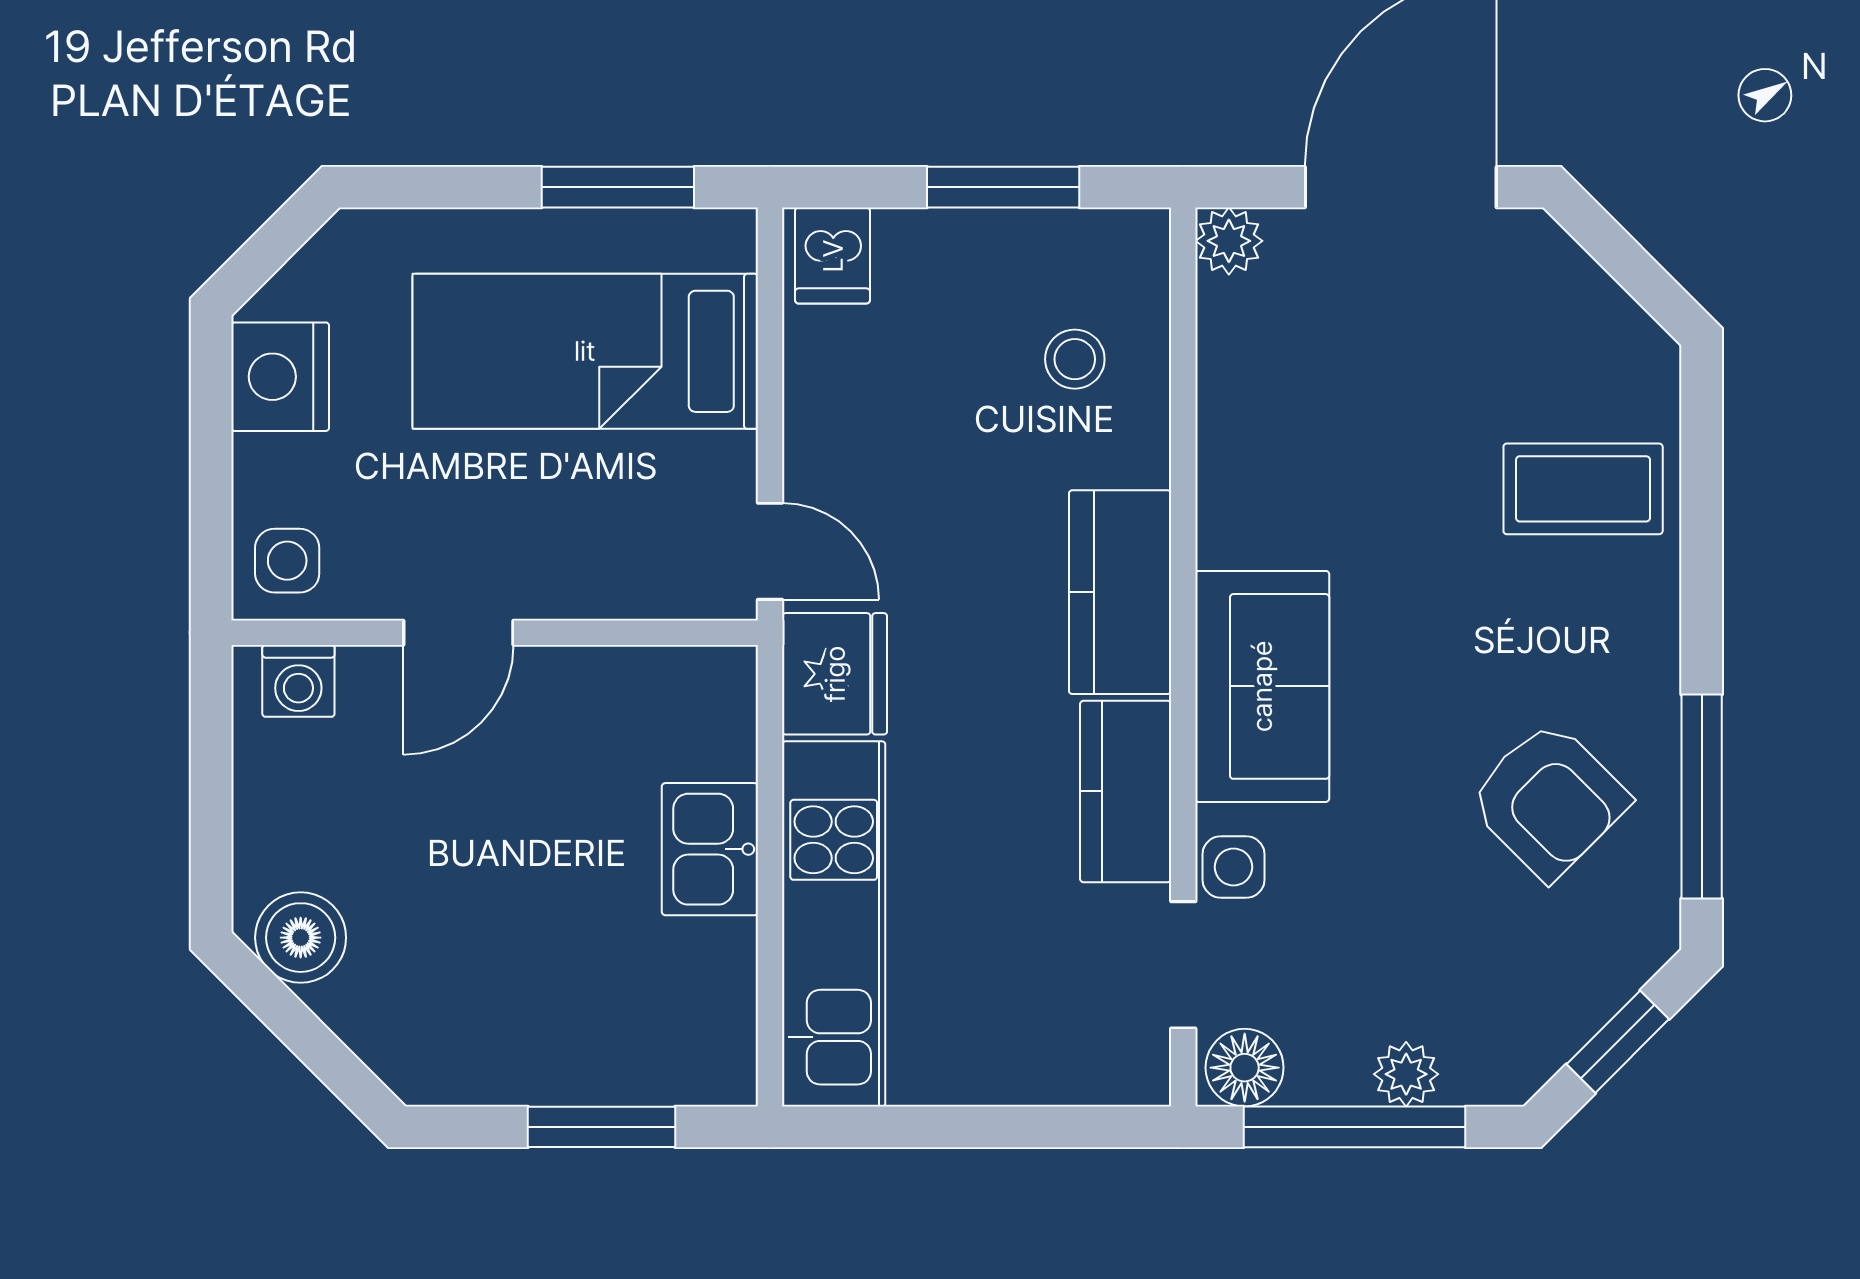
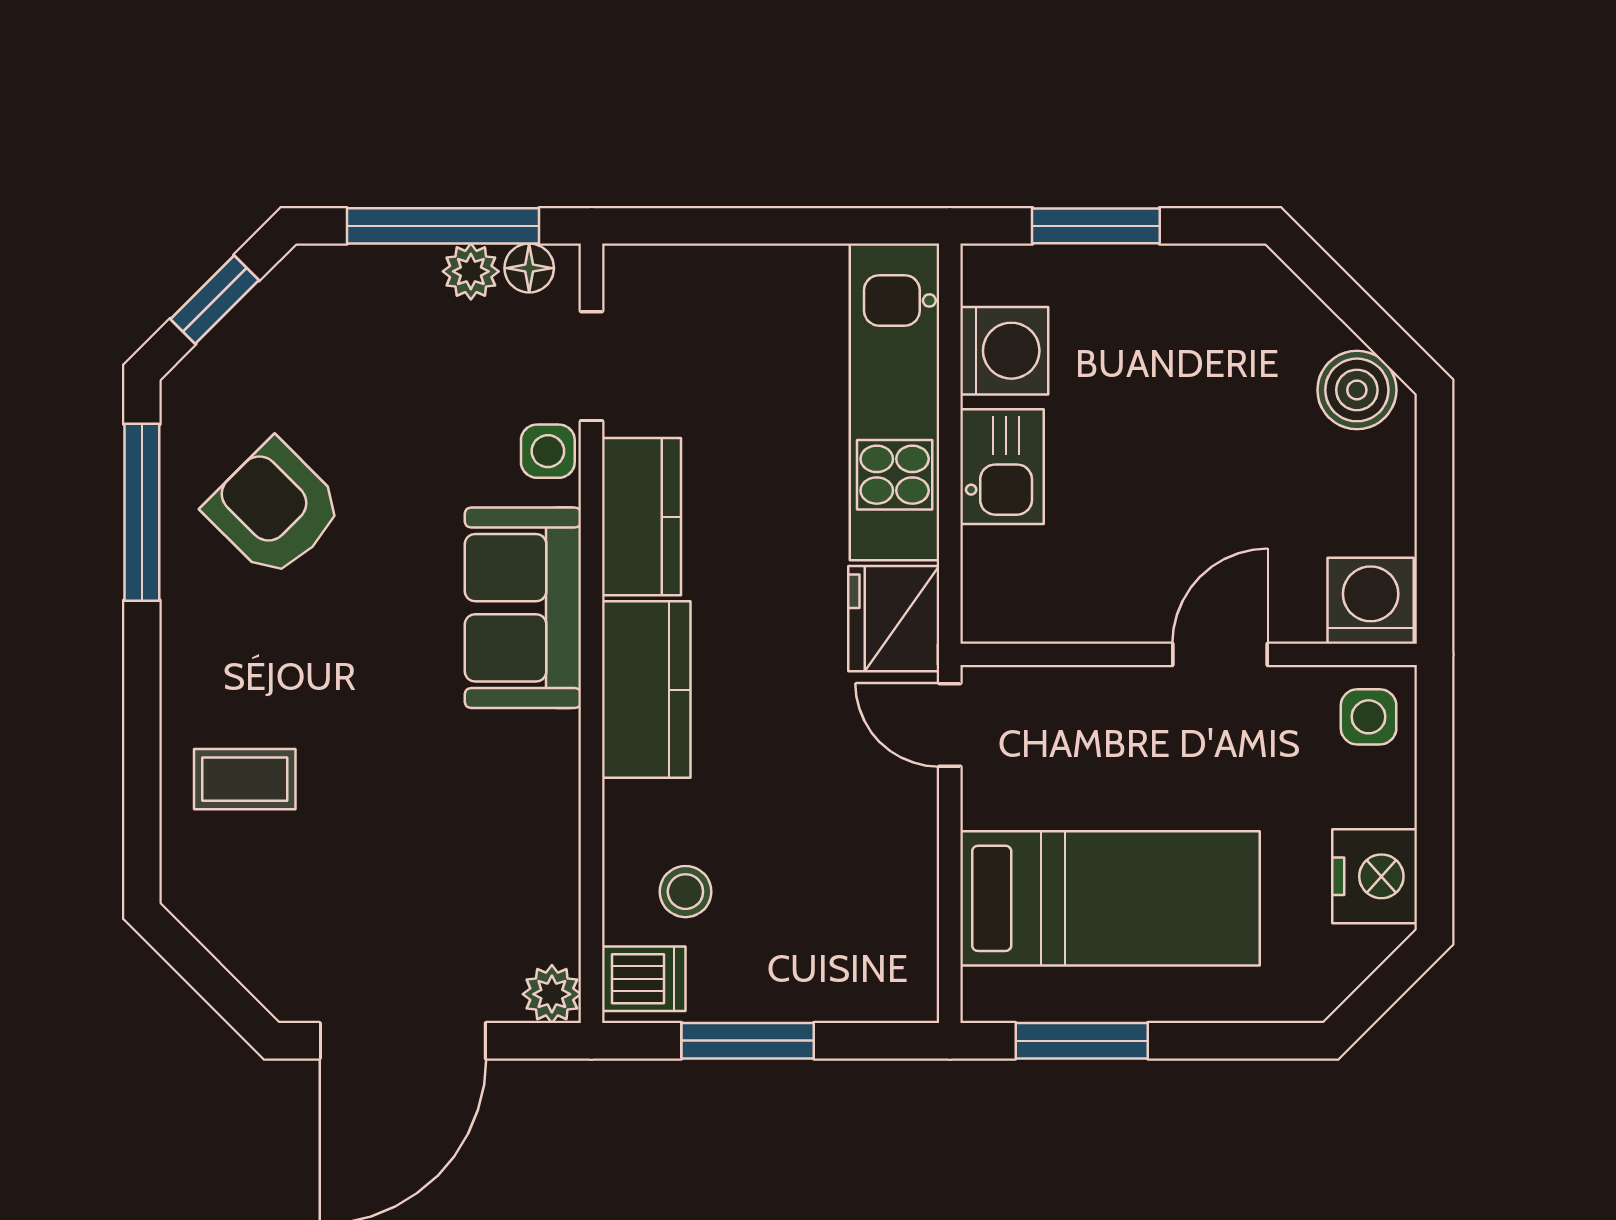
dishwasher: (833, 256) -> (644, 979), moved, turned 90
coffee table: (1583, 489) -> (245, 779), width x0.73, depth x0.77
washing machine: (298, 681) -> (1371, 601), width x1.38, depth x1.38
washing machine: (707, 983) -> (1004, 351), added
floor lamp: (1245, 1068) -> (529, 268), width x0.73, depth x0.73
plant: (1406, 1074) -> (471, 271), moved

